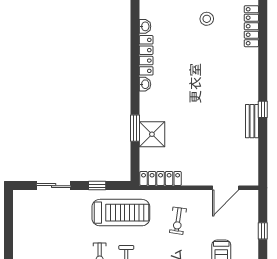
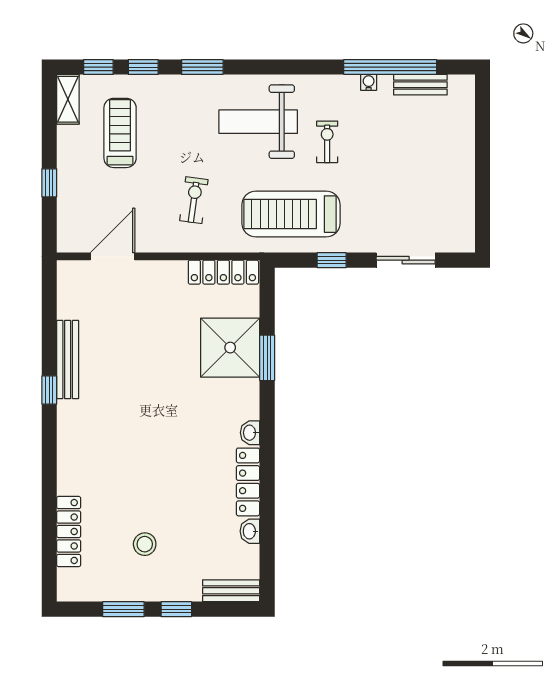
bench: (252, 121) -> (68, 359), width x1.36
shower: (152, 134) -> (230, 348), width x1.37, depth x1.37

